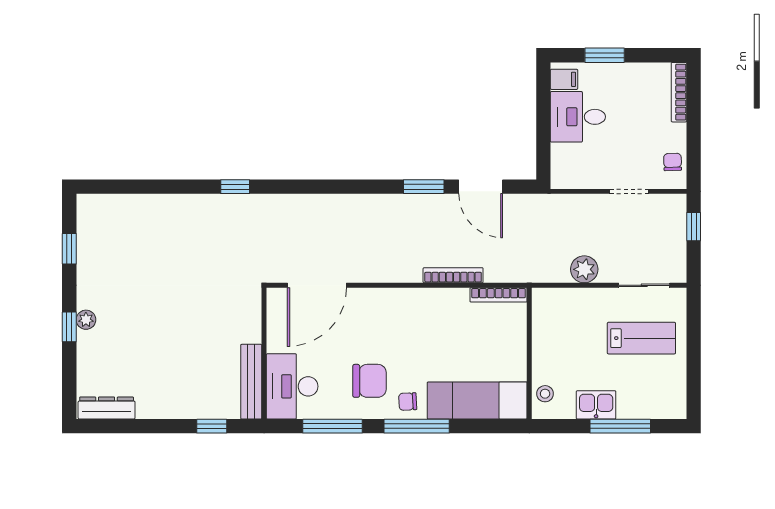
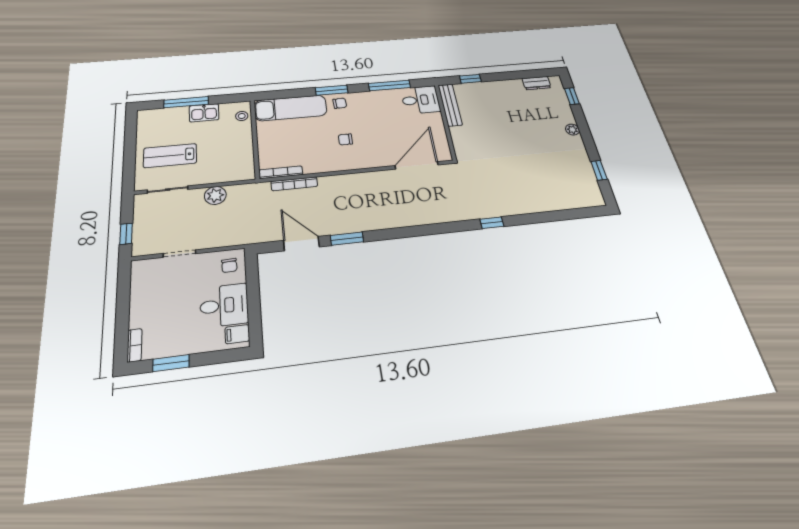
window: (605, 55) -> (171, 363), moved
bookcase: (679, 92) -> (134, 345), width x0.64
chair: (673, 162) -> (229, 265), moved
bookcase: (453, 275) -> (294, 184), moved
window: (69, 327) -> (572, 96), moved
chair: (369, 381) -> (345, 139), moved, width x0.54, depth x0.54
desk: (292, 386) -> (420, 100), width x0.73
dresser: (107, 408) -> (537, 83), width x0.70
window: (417, 426) -> (332, 90), width x0.69

